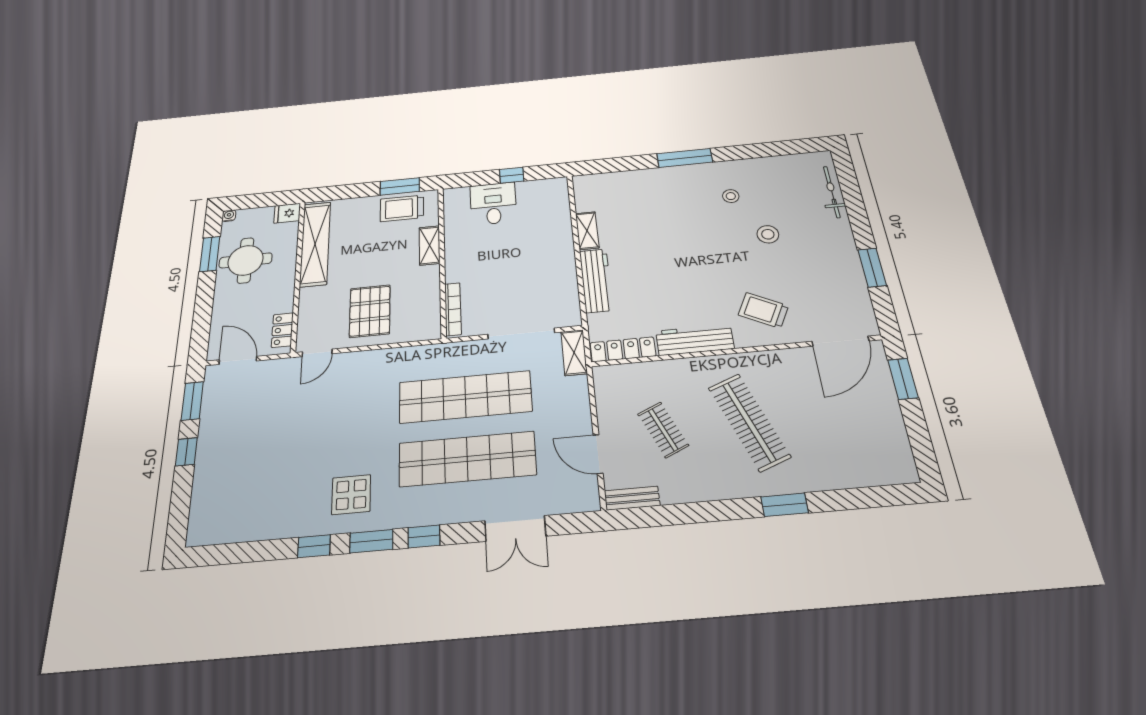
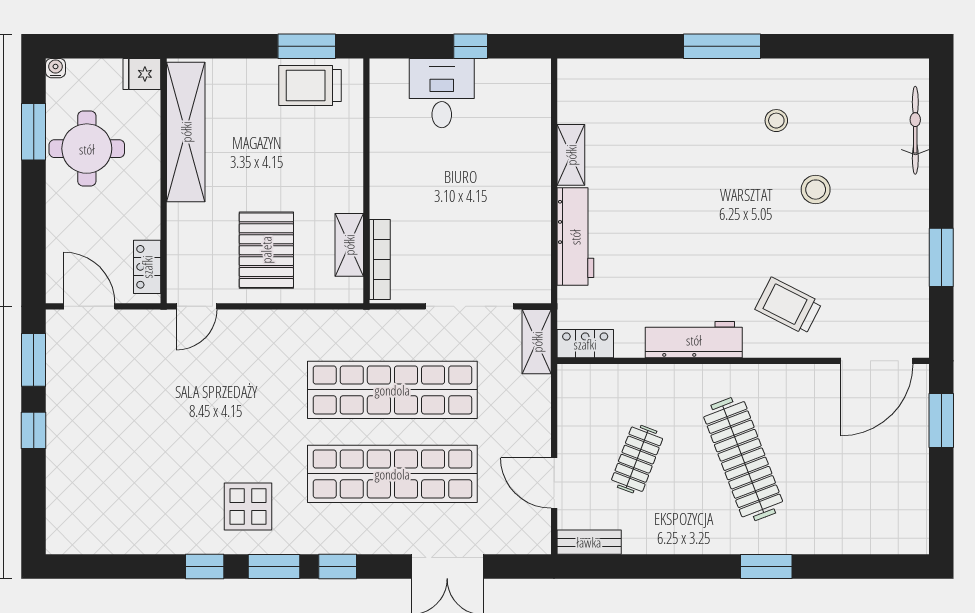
shelving: (430, 245) -> (349, 245), moved
locker: (623, 349) -> (585, 344), width x0.66
clothes rail: (663, 430) -> (637, 459), turned 45

